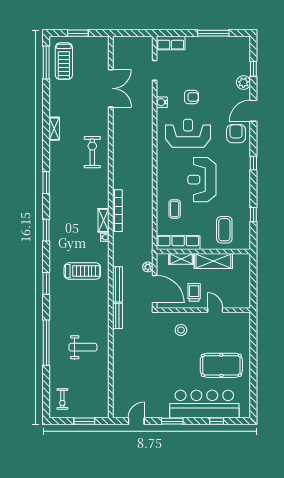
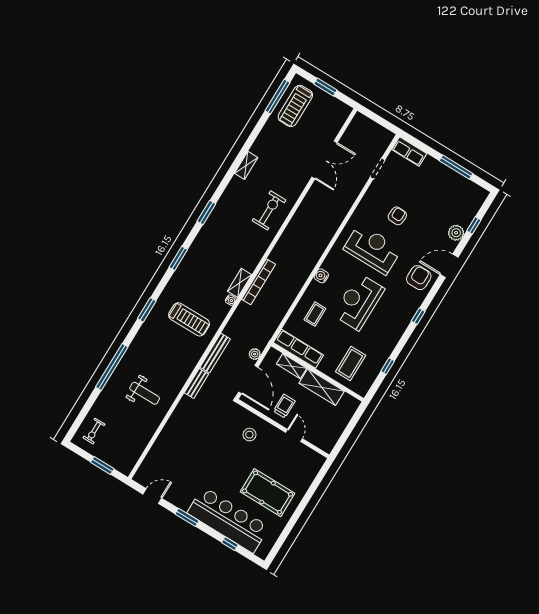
armchair: (191, 97) -> (397, 216), turned -87
water cooler: (162, 102) -> (321, 276), moved

